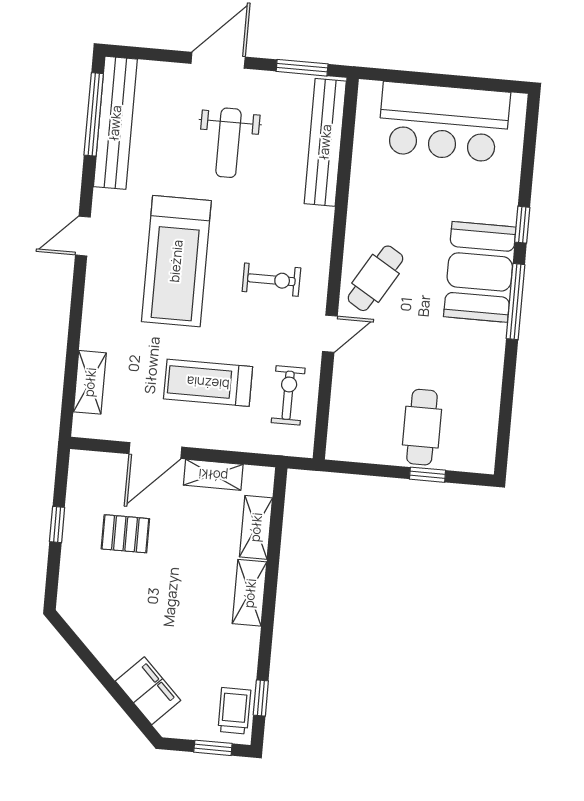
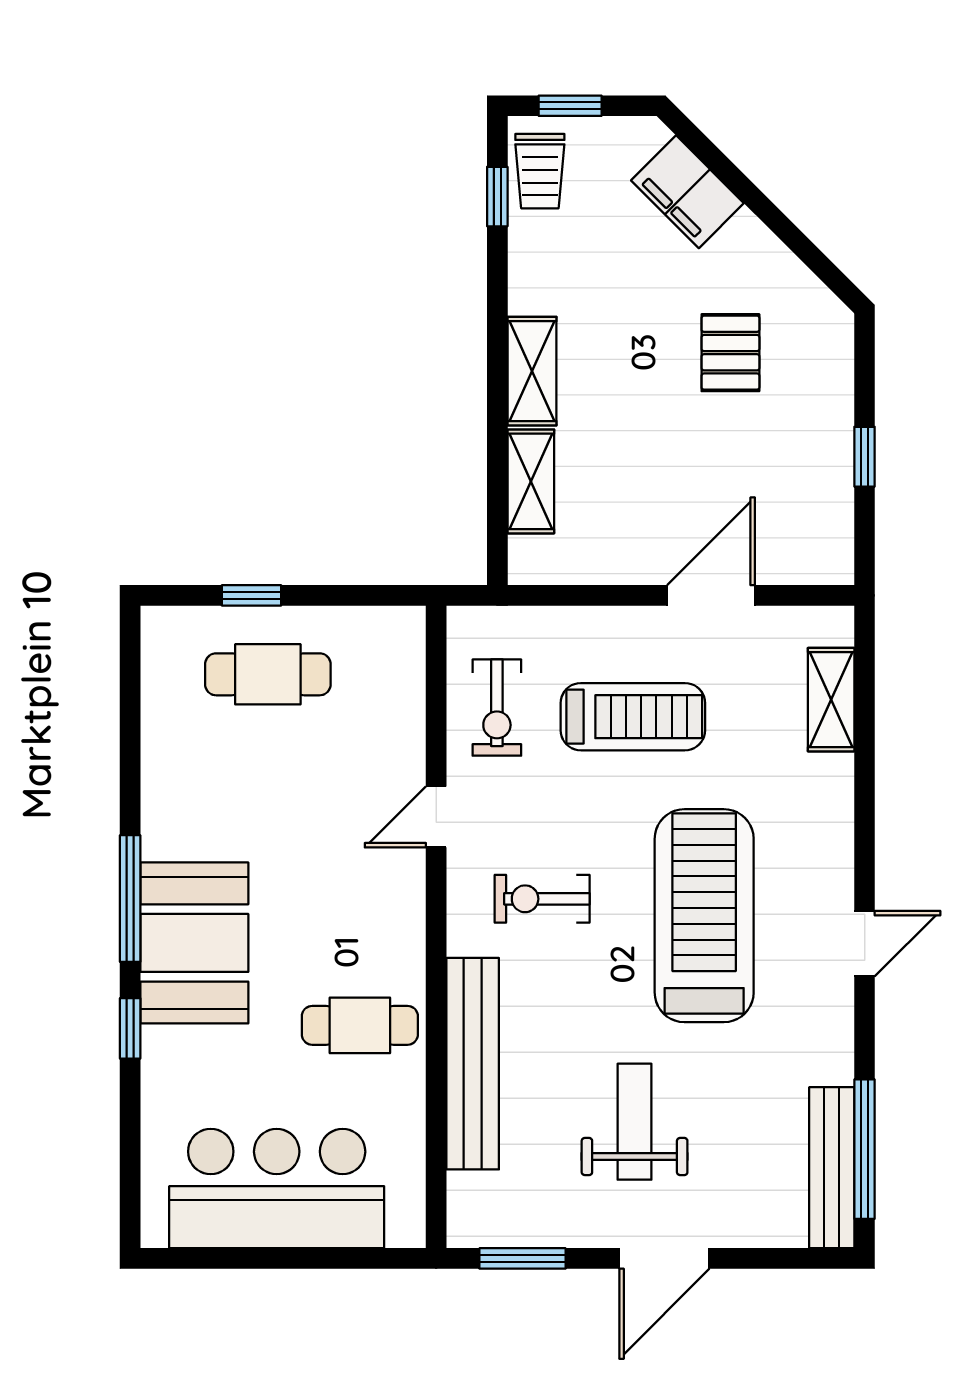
bench: (115, 123) -> (832, 1168), width x0.73, depth x0.82
bench: (325, 142) -> (473, 1064), moved
cafe table: (375, 278) -> (360, 1025), moved, turned 59
cafe table: (422, 427) -> (268, 674), turned 90
shelving: (213, 475) -> (610, 563), removed
pallet: (125, 534) -> (730, 353), moved, turned 90

